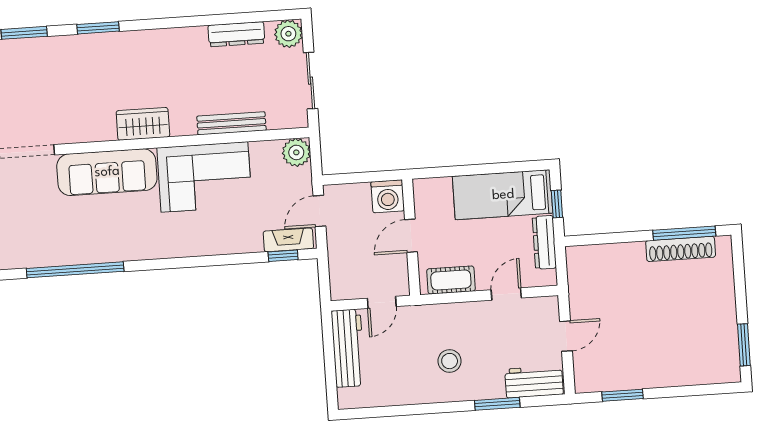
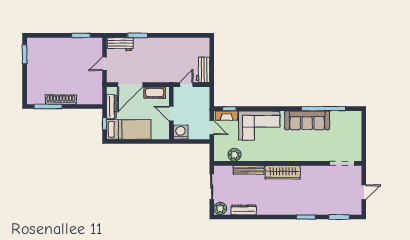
wardrobe: (143, 124) -> (283, 172), width x1.50
plant: (296, 152) -> (235, 155), moved
sofa: (107, 172) -> (307, 120), moved, turned 180
corner sofa: (204, 177) -> (259, 126), moved, turned 180
door: (319, 211) -> (212, 128), hinge flipped
door: (411, 236) -> (171, 114), swing flipped
shoe rack: (681, 249) -> (61, 99), moved
door: (506, 294) -> (130, 85), width x1.88
workbench: (348, 348) -> (203, 70), width x0.73
stool: (450, 361) -> (158, 56), removed

